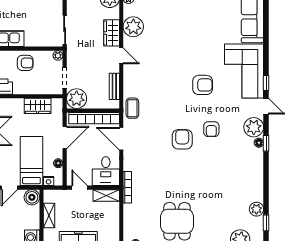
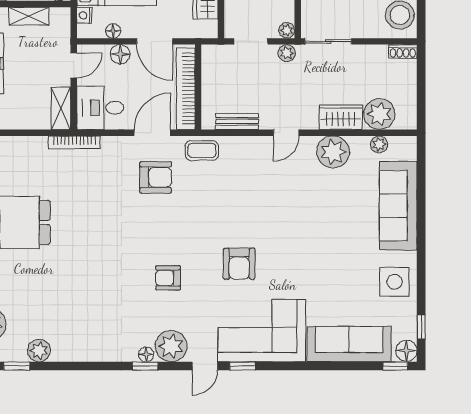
wardrobe: (112, 33) -> (341, 117), moved
plant: (77, 99) -> (287, 53), moved, width x0.53, depth x0.53
armchair: (182, 139) -> (156, 177), moved
floor lamp: (73, 159) -> (120, 54), added

